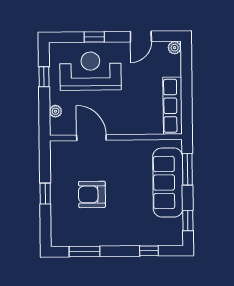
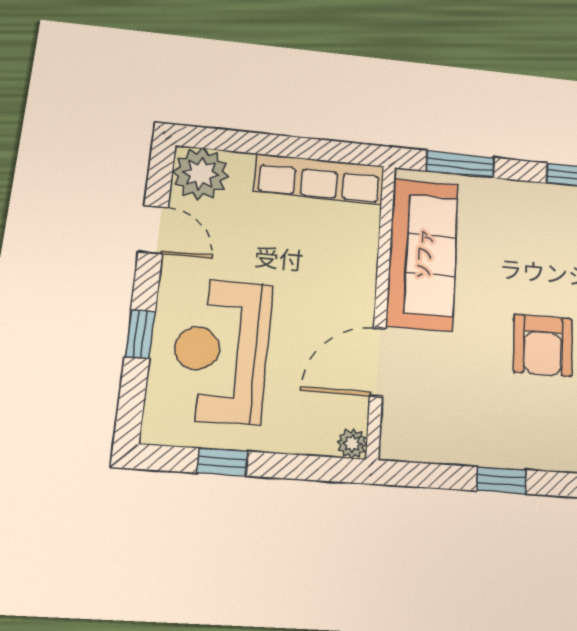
plant: (175, 48) -> (201, 174), width x1.88, depth x1.88
plant: (55, 111) -> (352, 444), moved
sofa: (168, 183) -> (423, 254), moved, turned -90
armchair: (92, 194) -> (543, 345), moved

